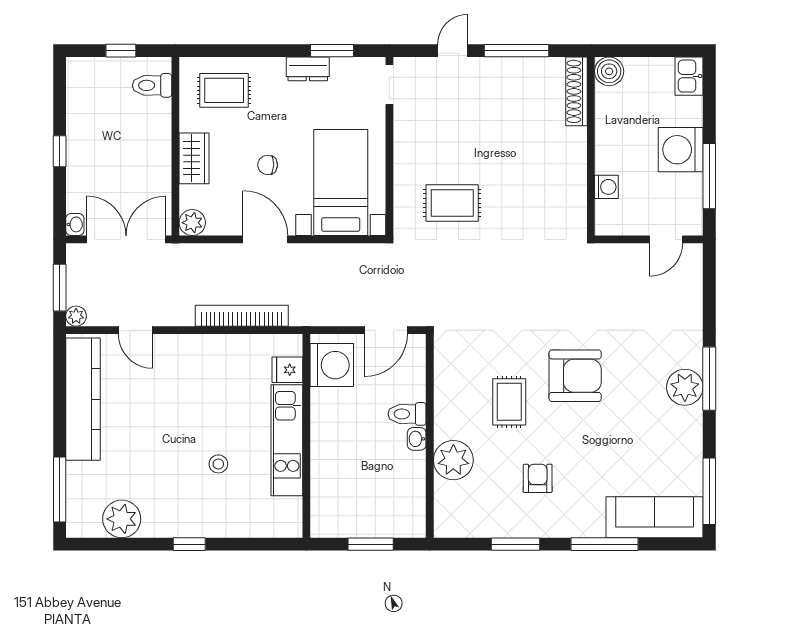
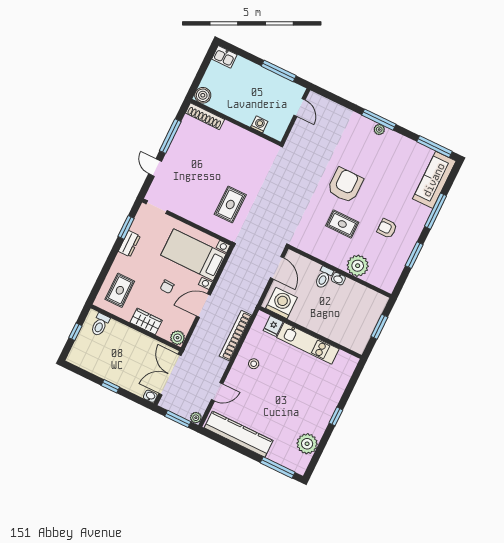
washing machine: (681, 150) -> (259, 79), removed
plant: (685, 387) -> (379, 130), width x0.53, depth x0.53
stool: (218, 464) -> (254, 364), moved

